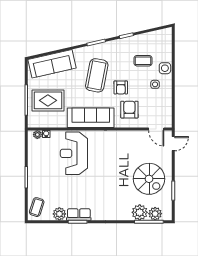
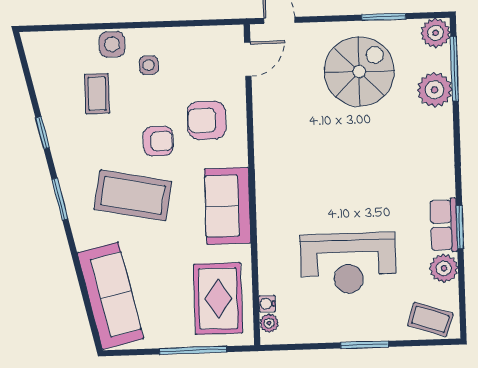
rug: (48, 100) -> (218, 299), moved
sofa: (91, 118) -> (228, 206), width x0.73
reception desk: (74, 153) -> (348, 263), moved
plant: (155, 214) -> (436, 33), moved

